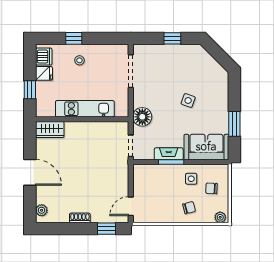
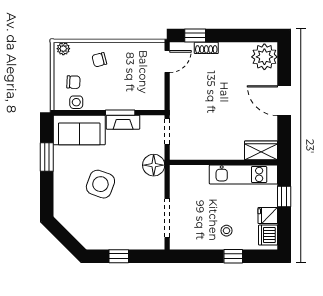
side table: (188, 101) -> (100, 184), width x1.87, depth x1.87
kitchen unit: (85, 109) -> (243, 174), moved
side table: (191, 179) -> (76, 102), moved
plant: (42, 210) -> (264, 57), width x1.88, depth x1.88
shoe rack: (80, 218) -> (206, 48), moved

